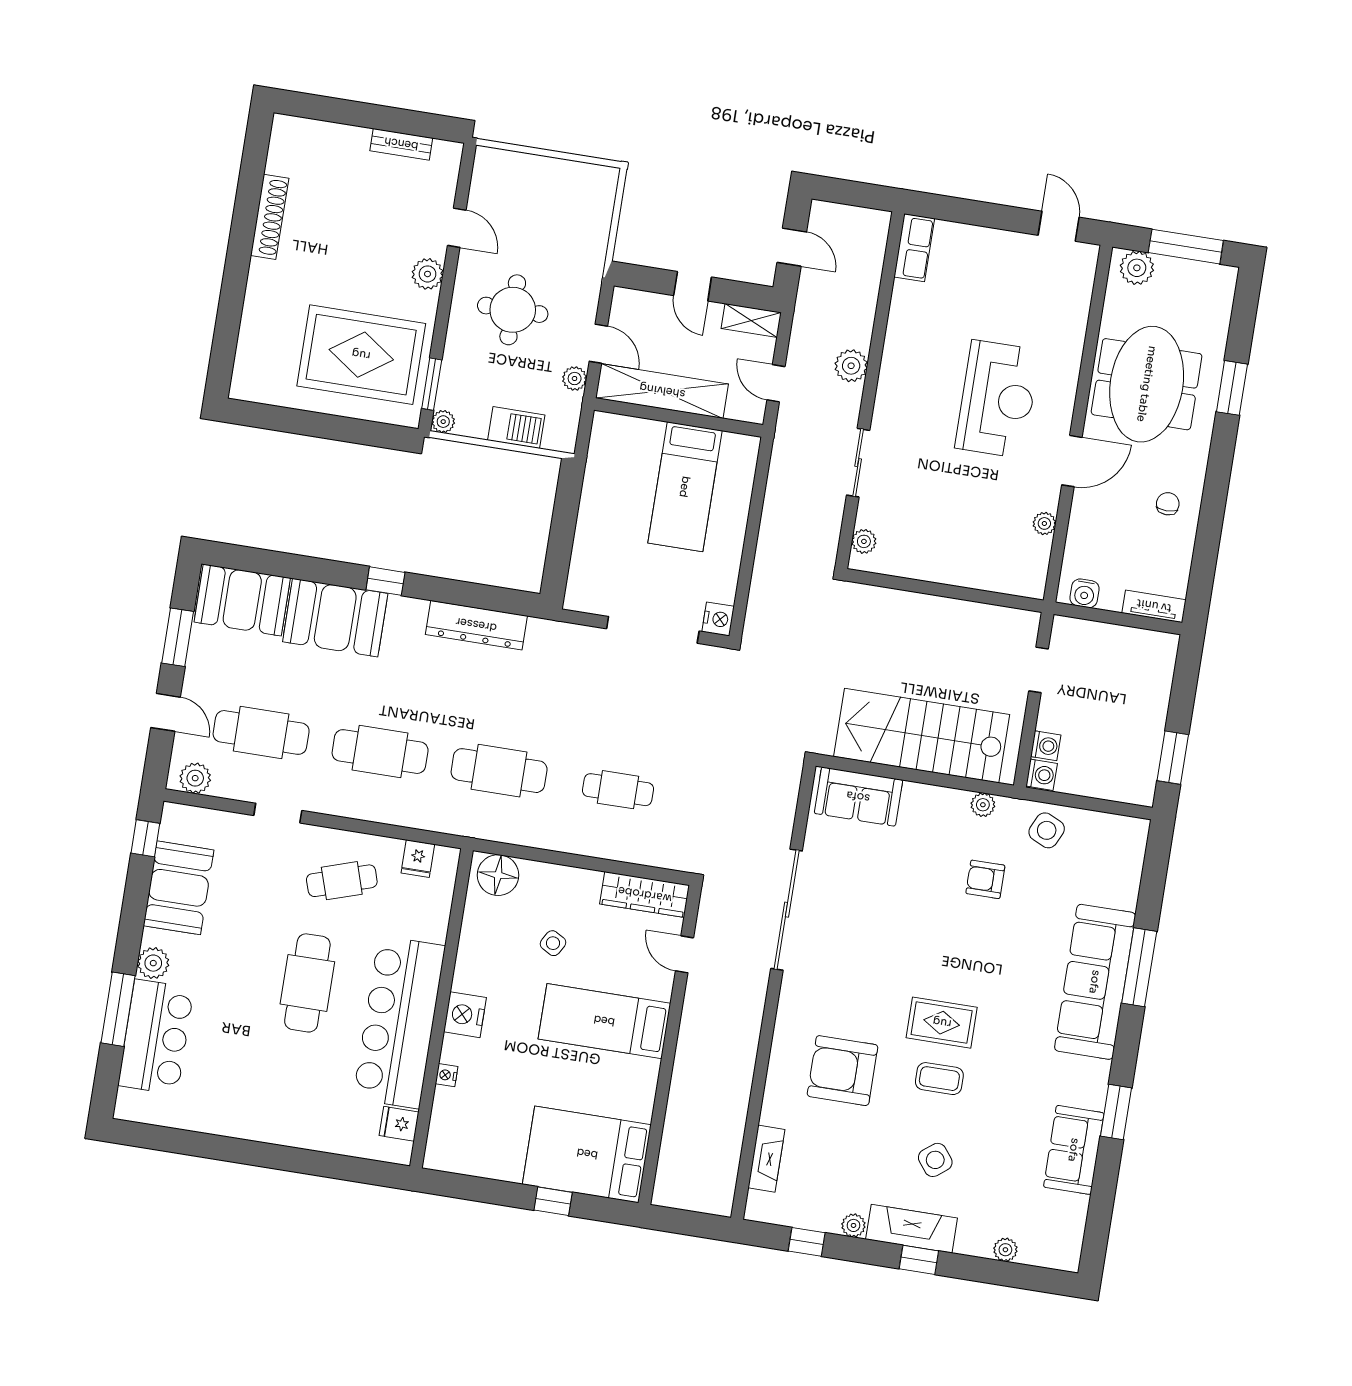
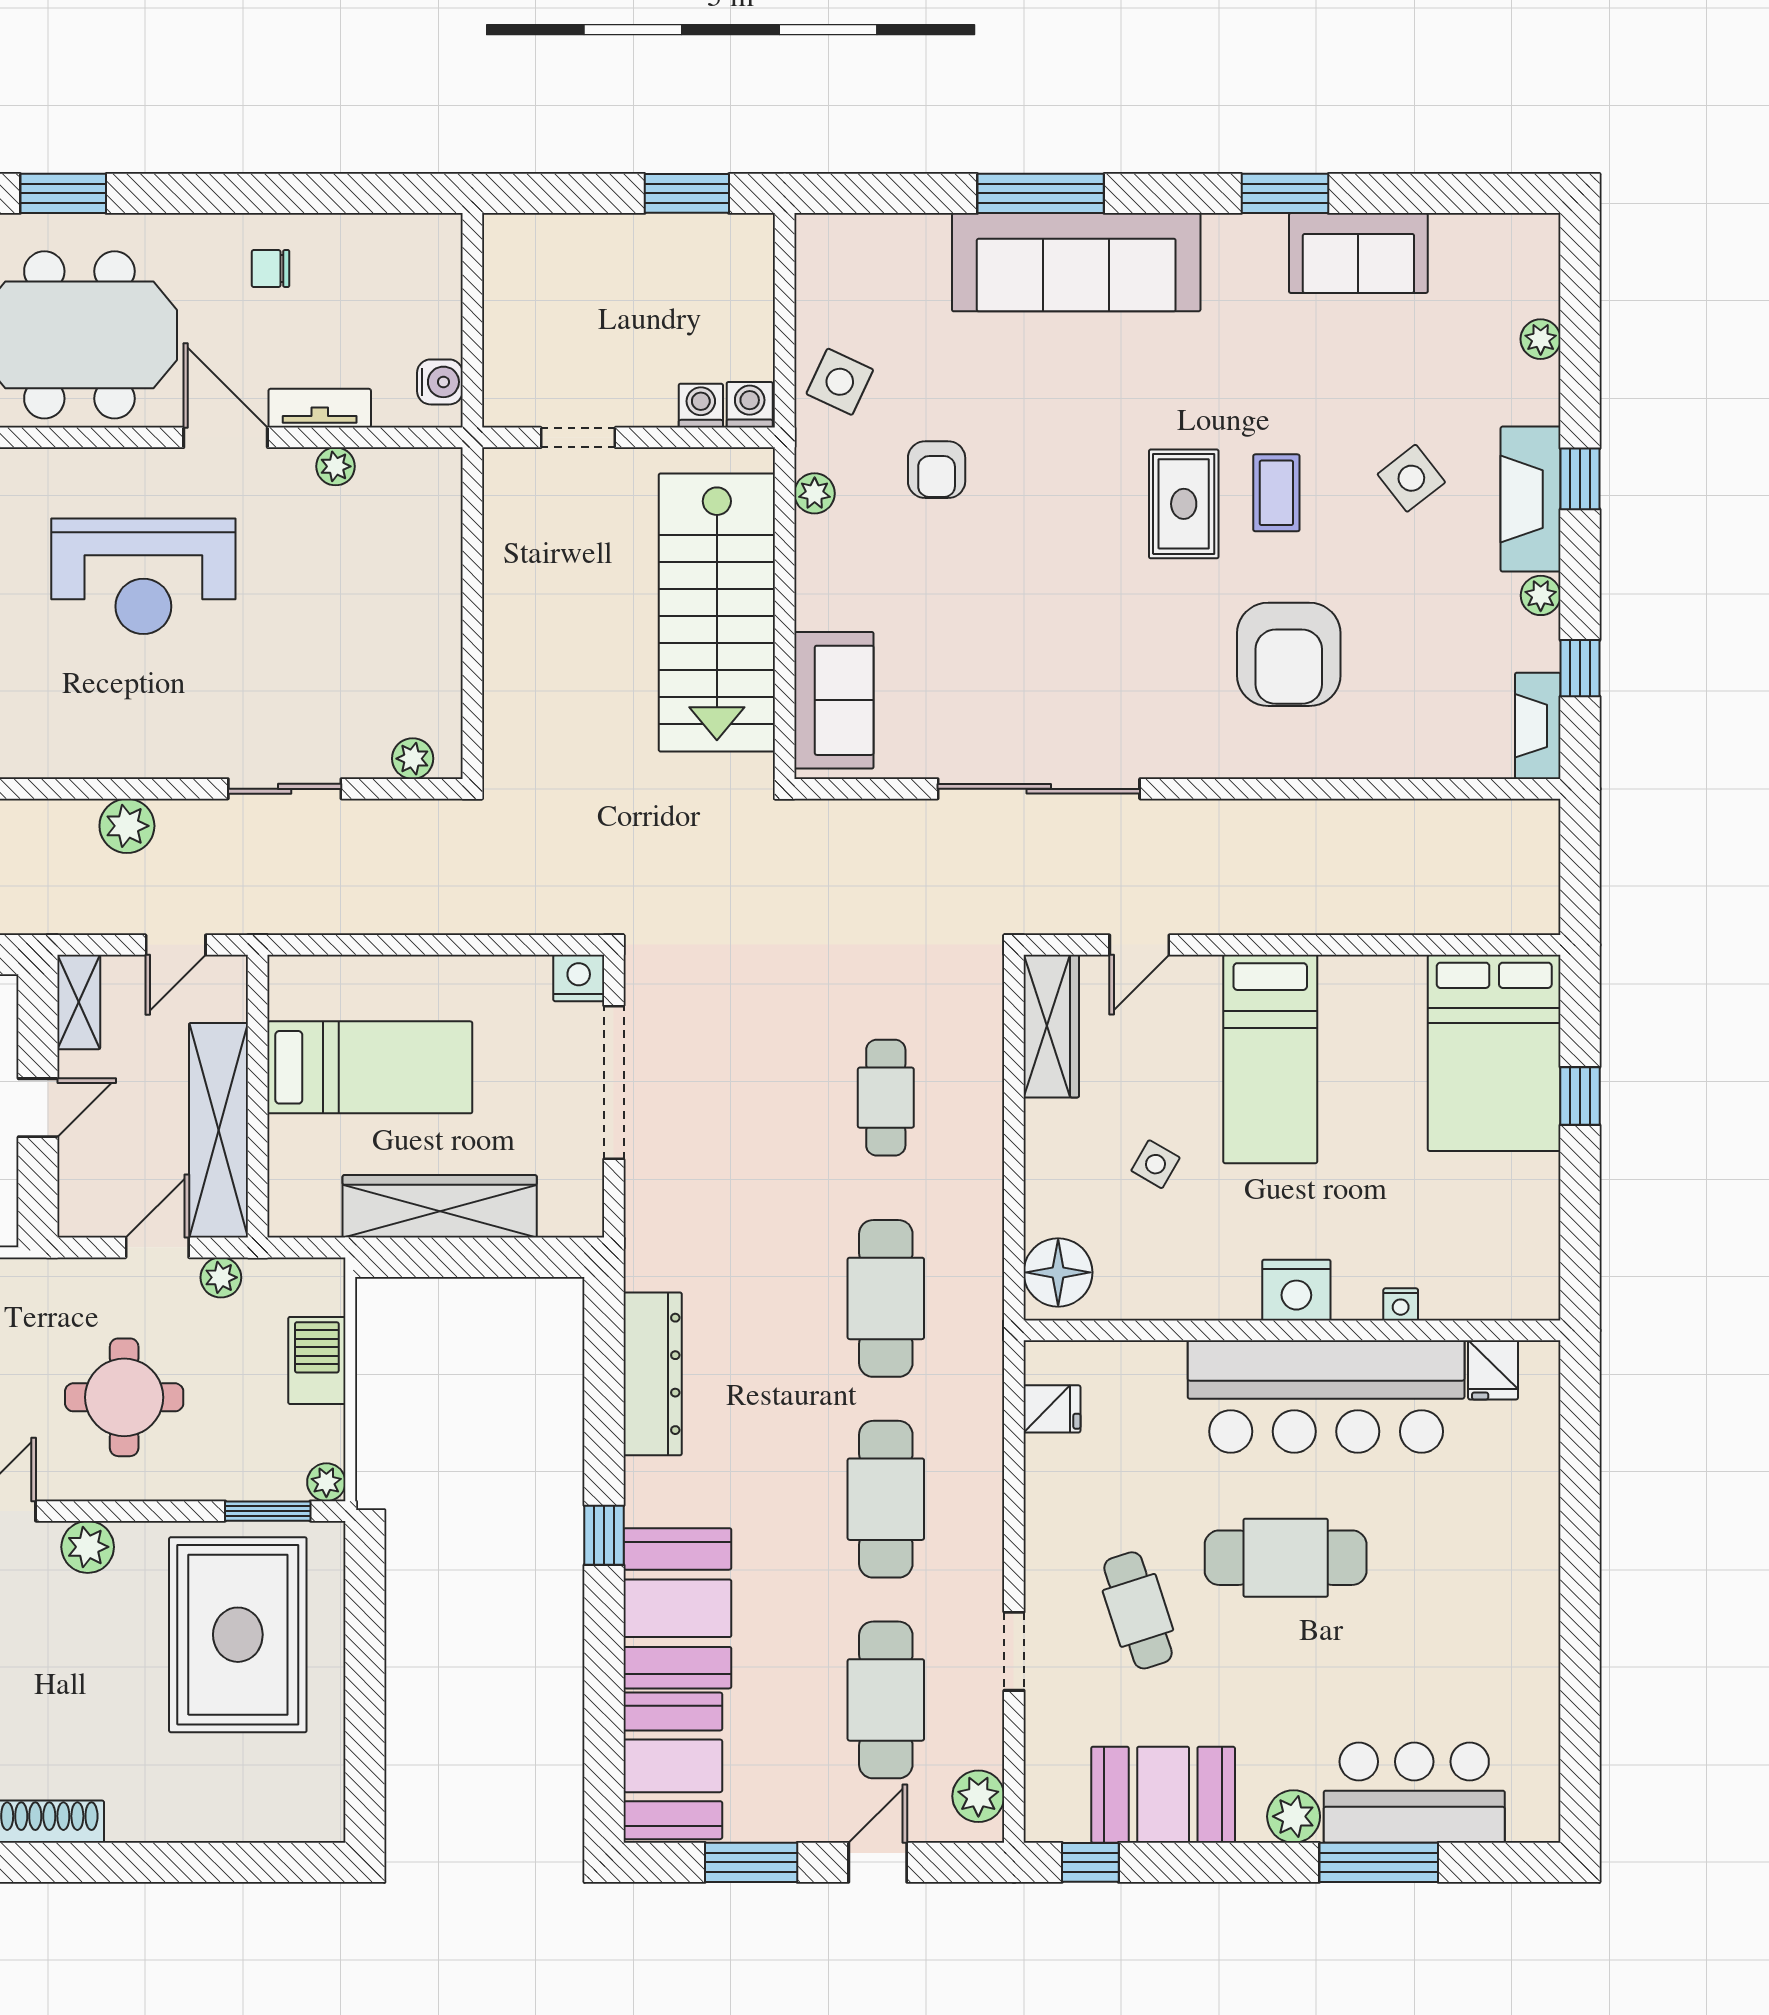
reception desk: (997, 399) -> (143, 576), turned 180
wardrobe: (596, 515) -> (440, 1206), added
tv unit: (1154, 606) -> (320, 408), moved, turned 90
cafe table: (342, 881) -> (1138, 1610), moved
fireplace: (766, 1159) -> (1538, 726), moved, turned -90

